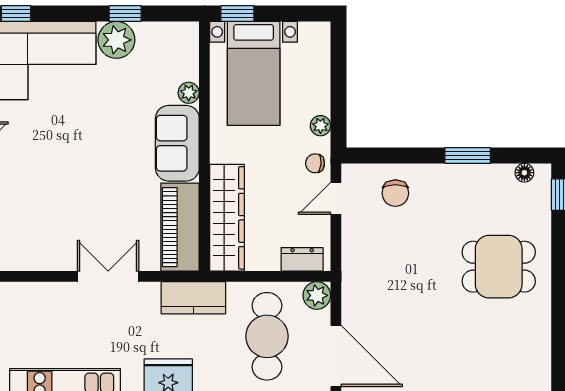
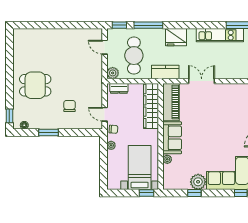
chair: (395, 193) -> (70, 106), moved
door: (336, 198) -> (105, 114), swing flipped
double door: (108, 276) -> (202, 81), swing flipped
door: (336, 356) -> (105, 47), width x0.53

